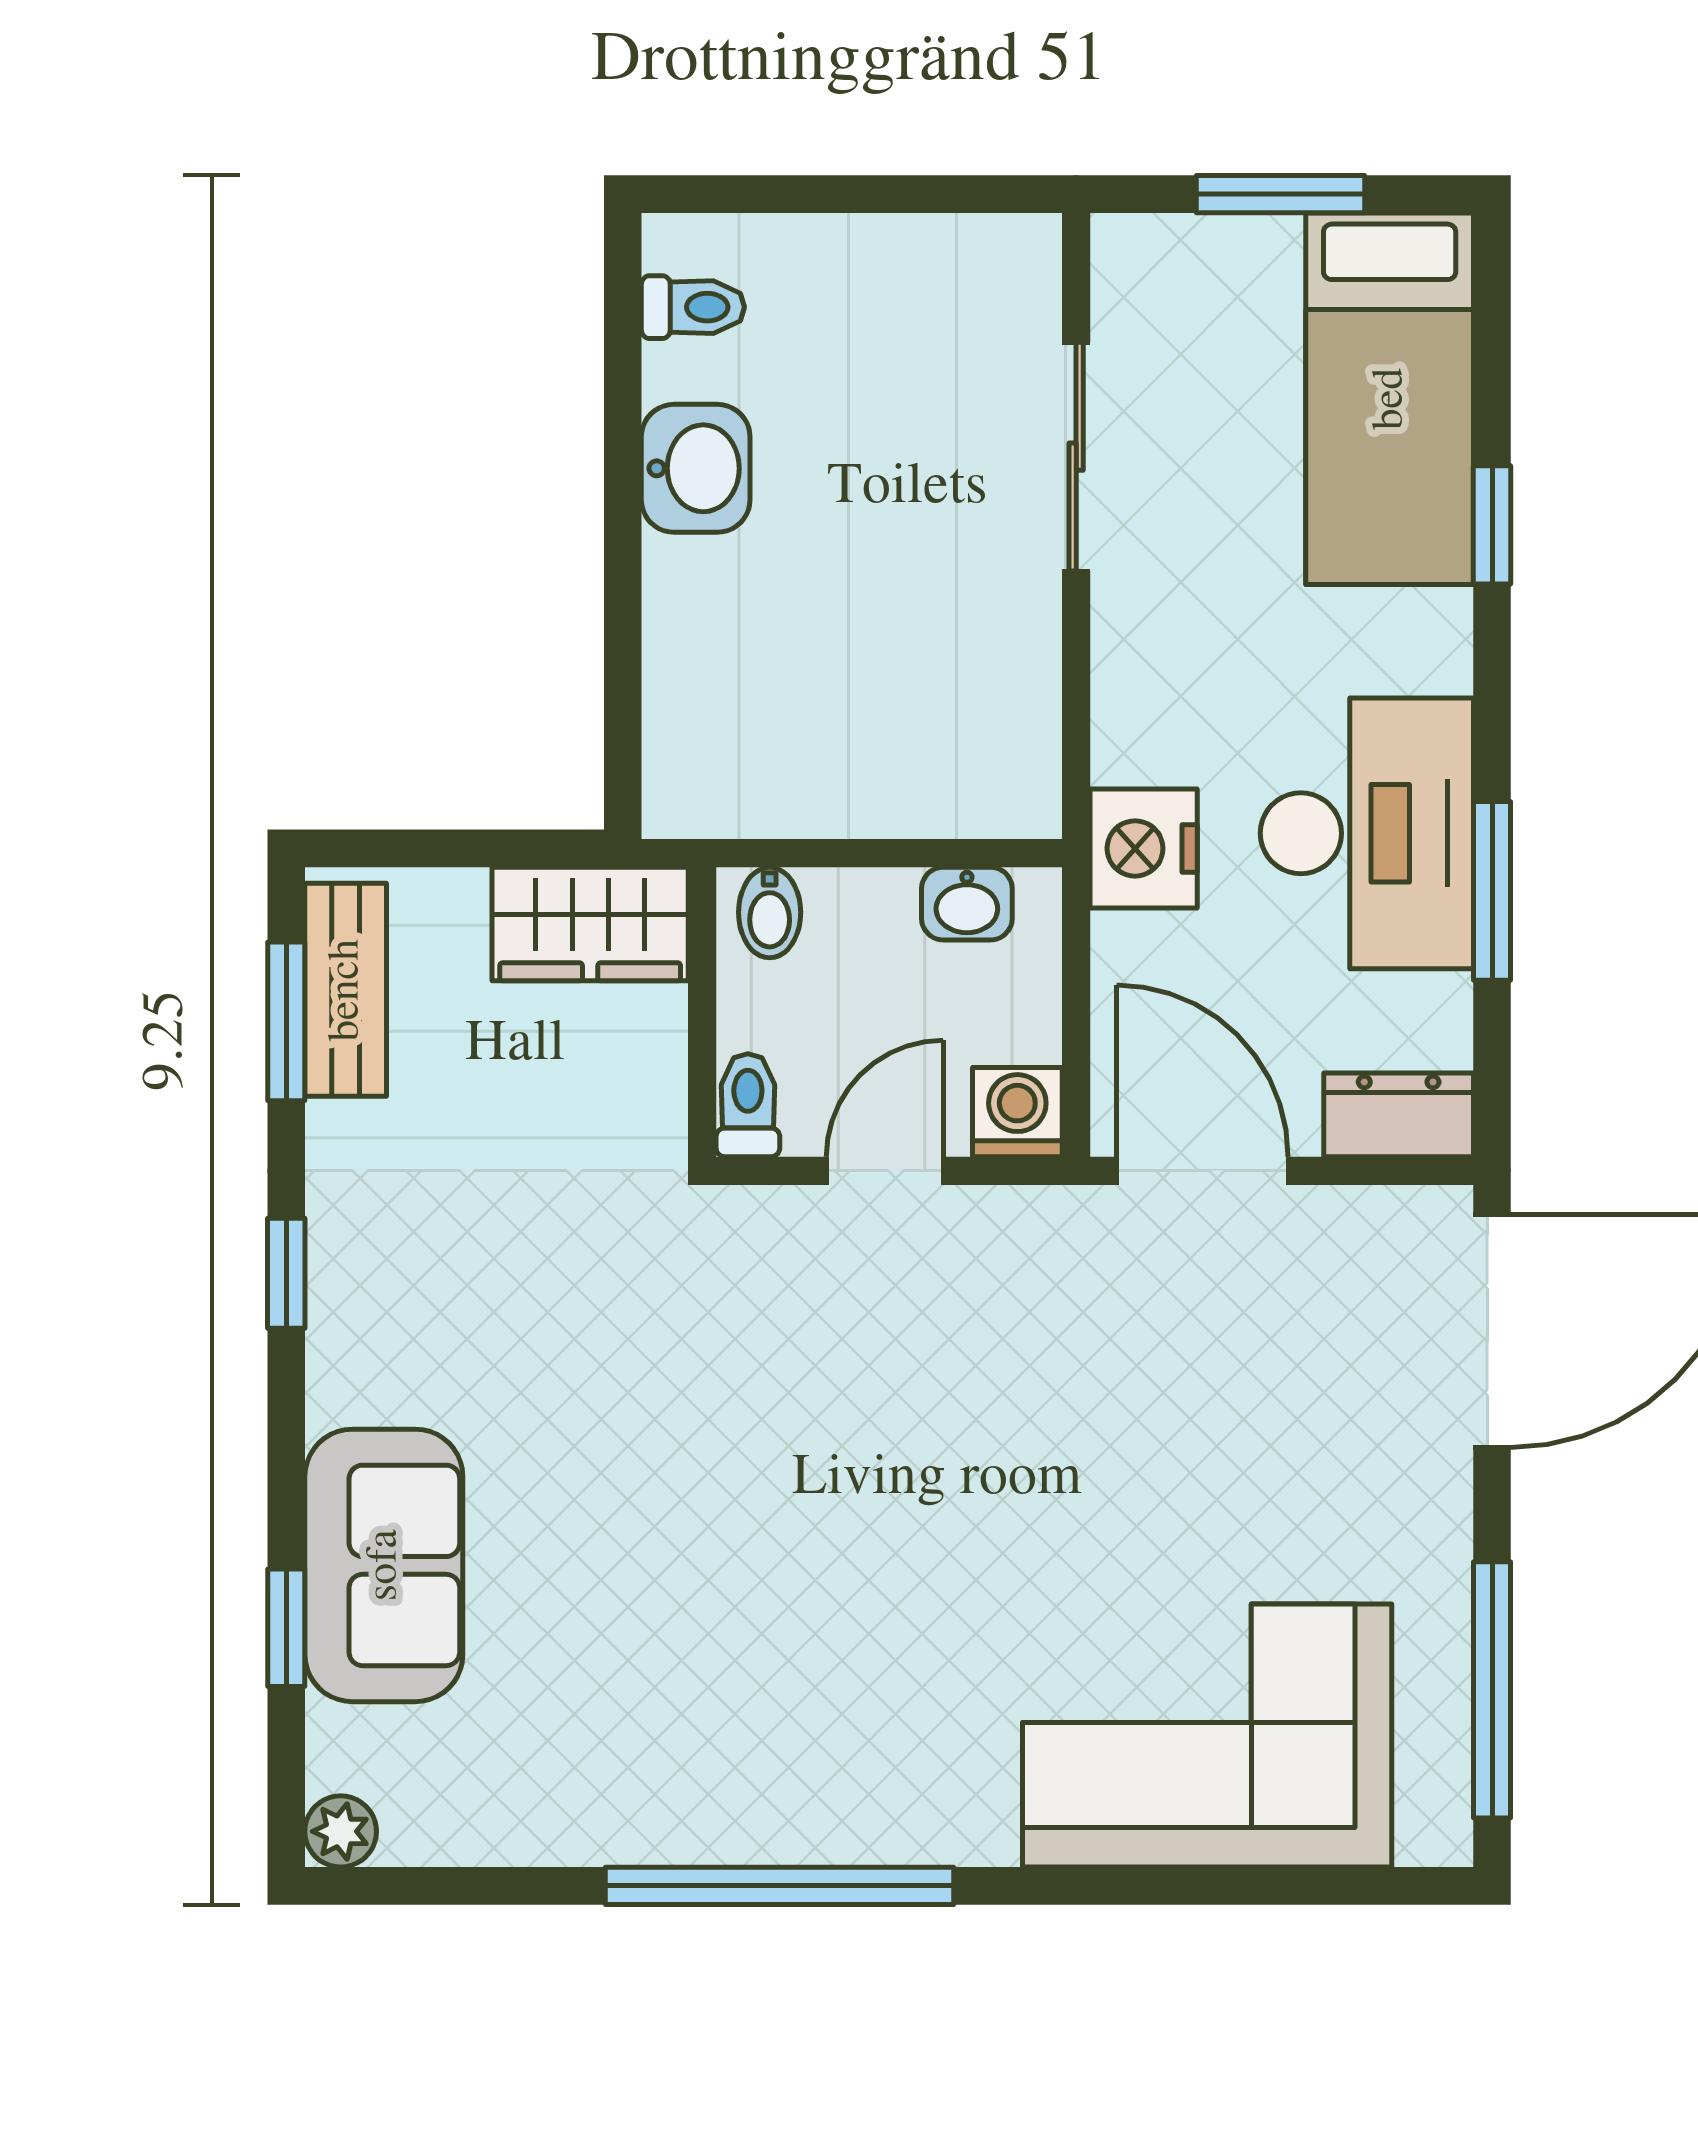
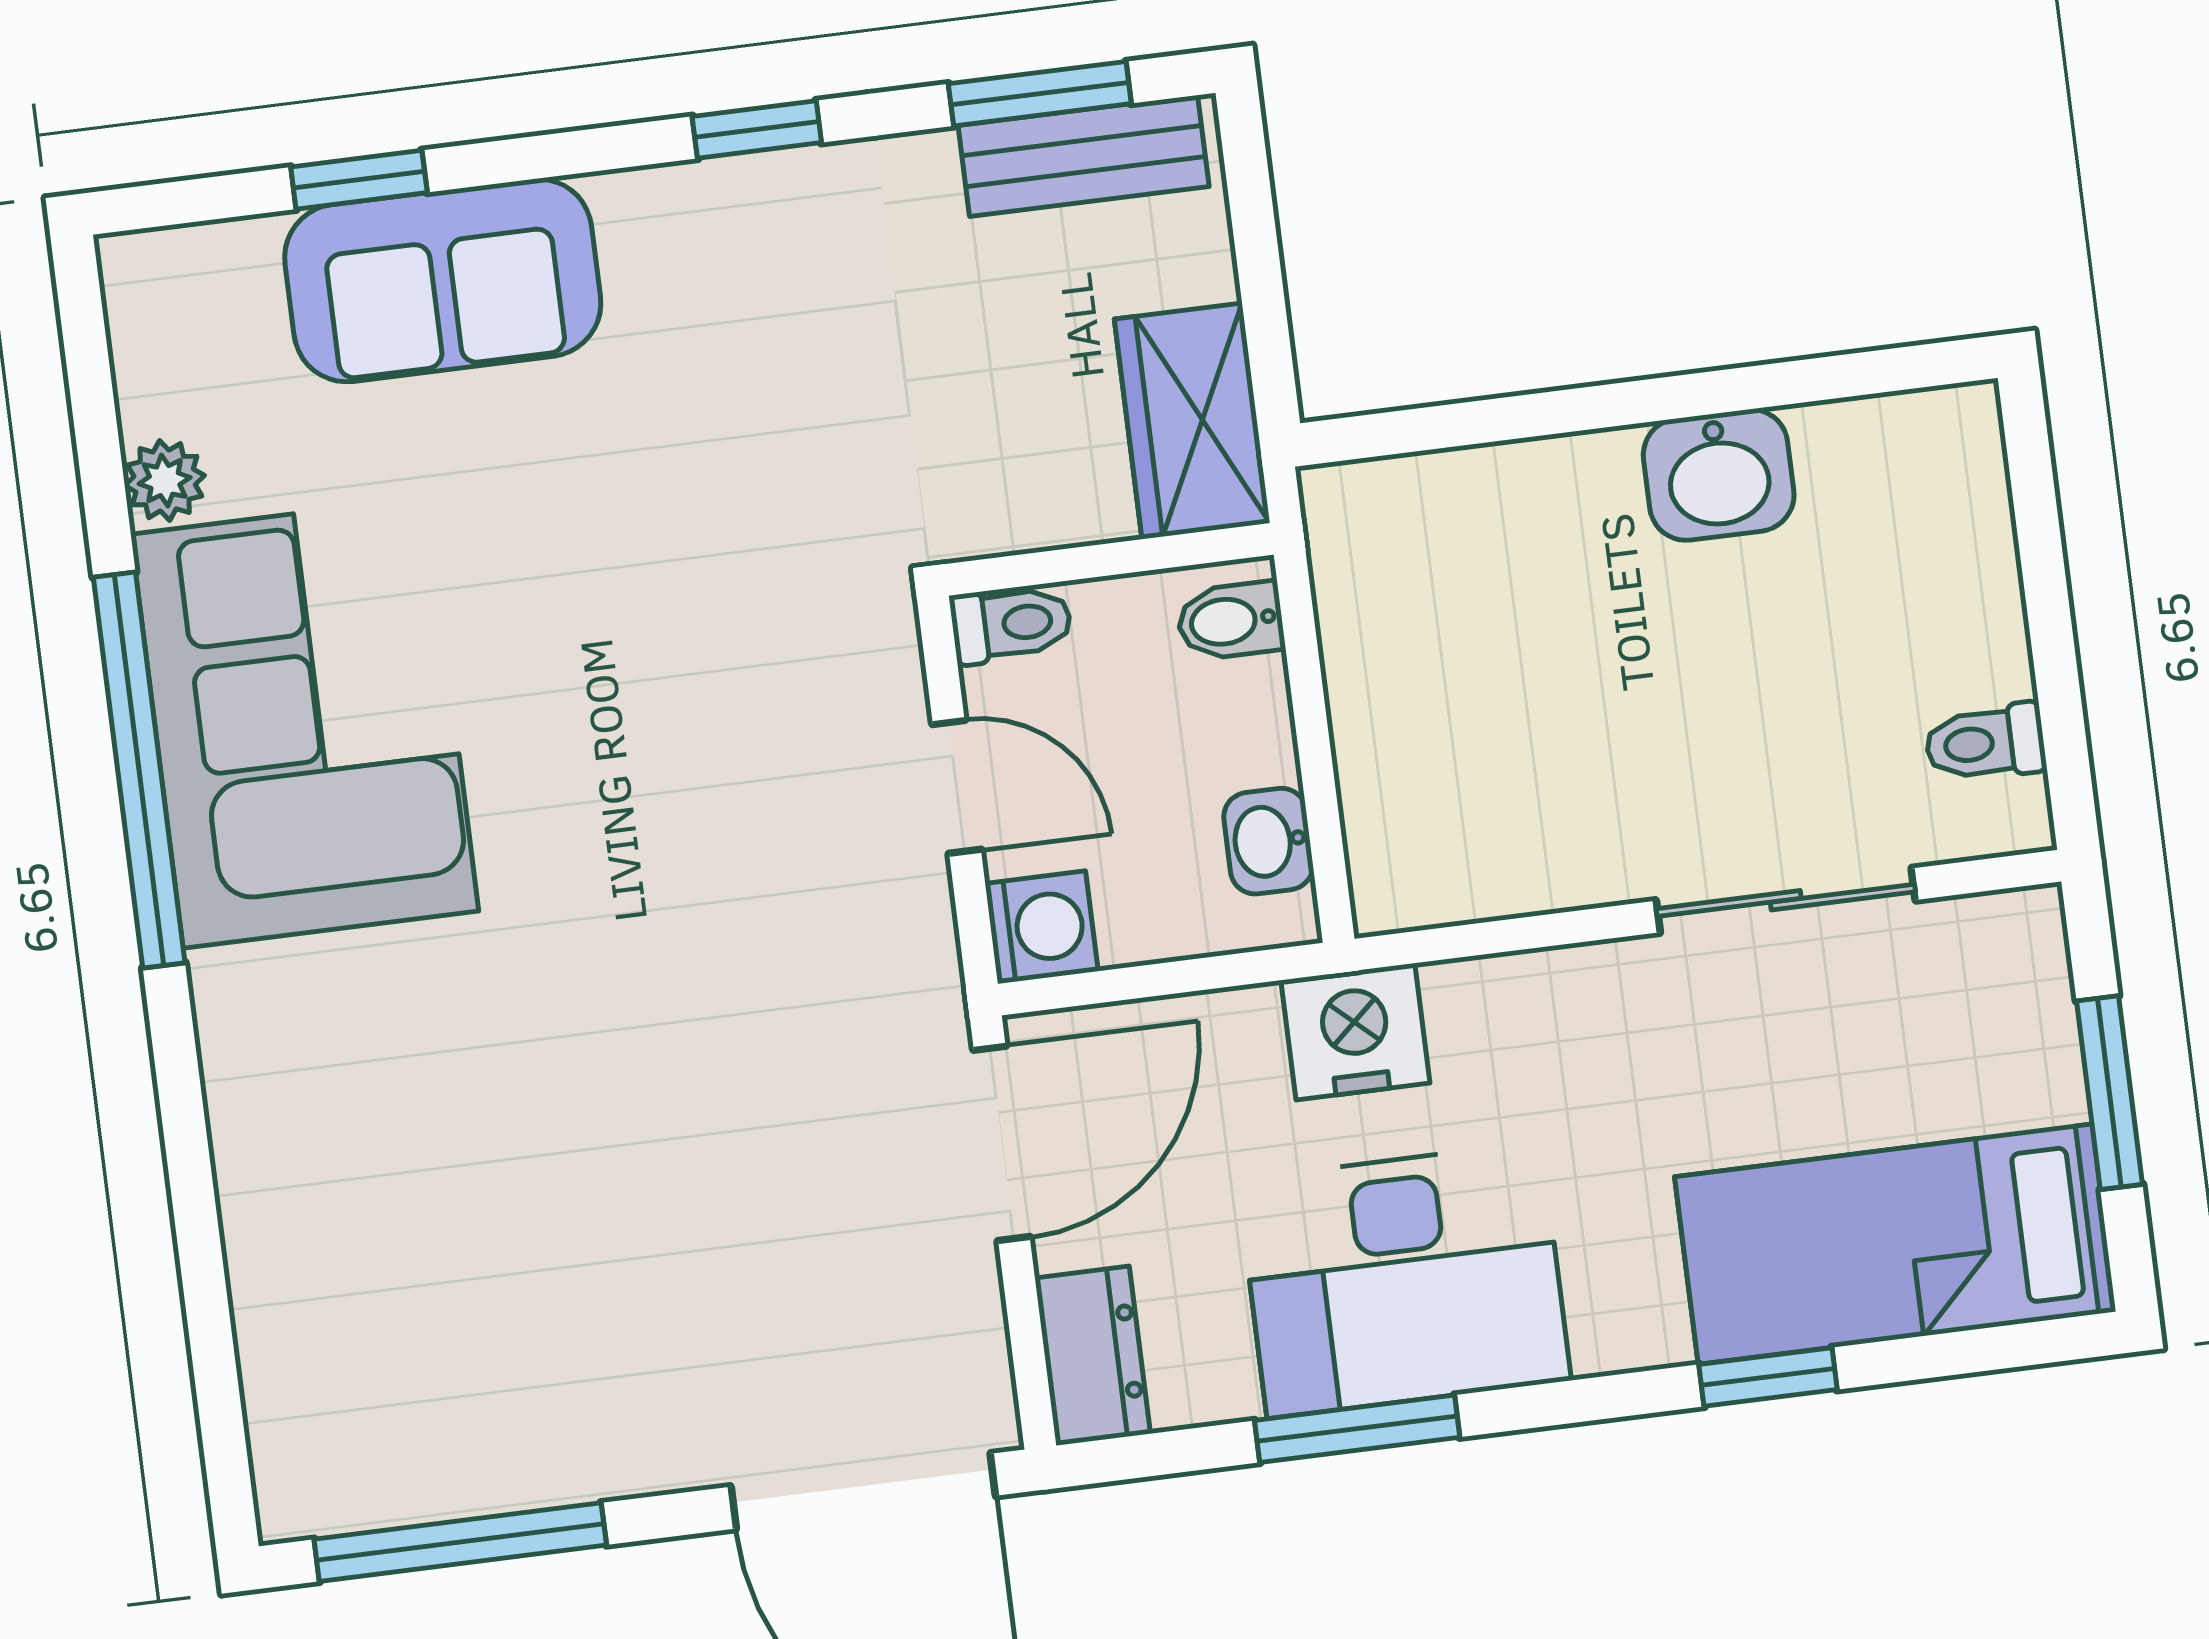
toilet: (693, 307) -> (1985, 743), moved, turned 90
corner sofa: (1207, 1735) -> (305, 723), moved
plant: (341, 1831) -> (165, 481), moved

